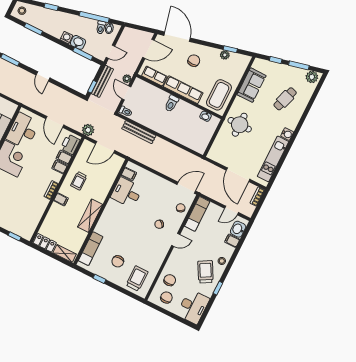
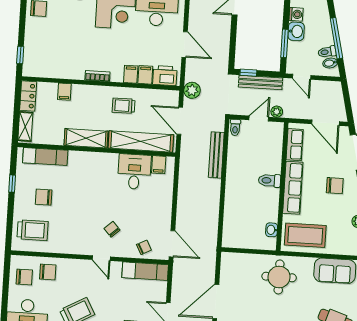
door: (55, 122) -> (185, 44), swing flipped
shelving: (108, 179) -> (141, 141), added
filing cabinet: (61, 199) -> (64, 92), moved

